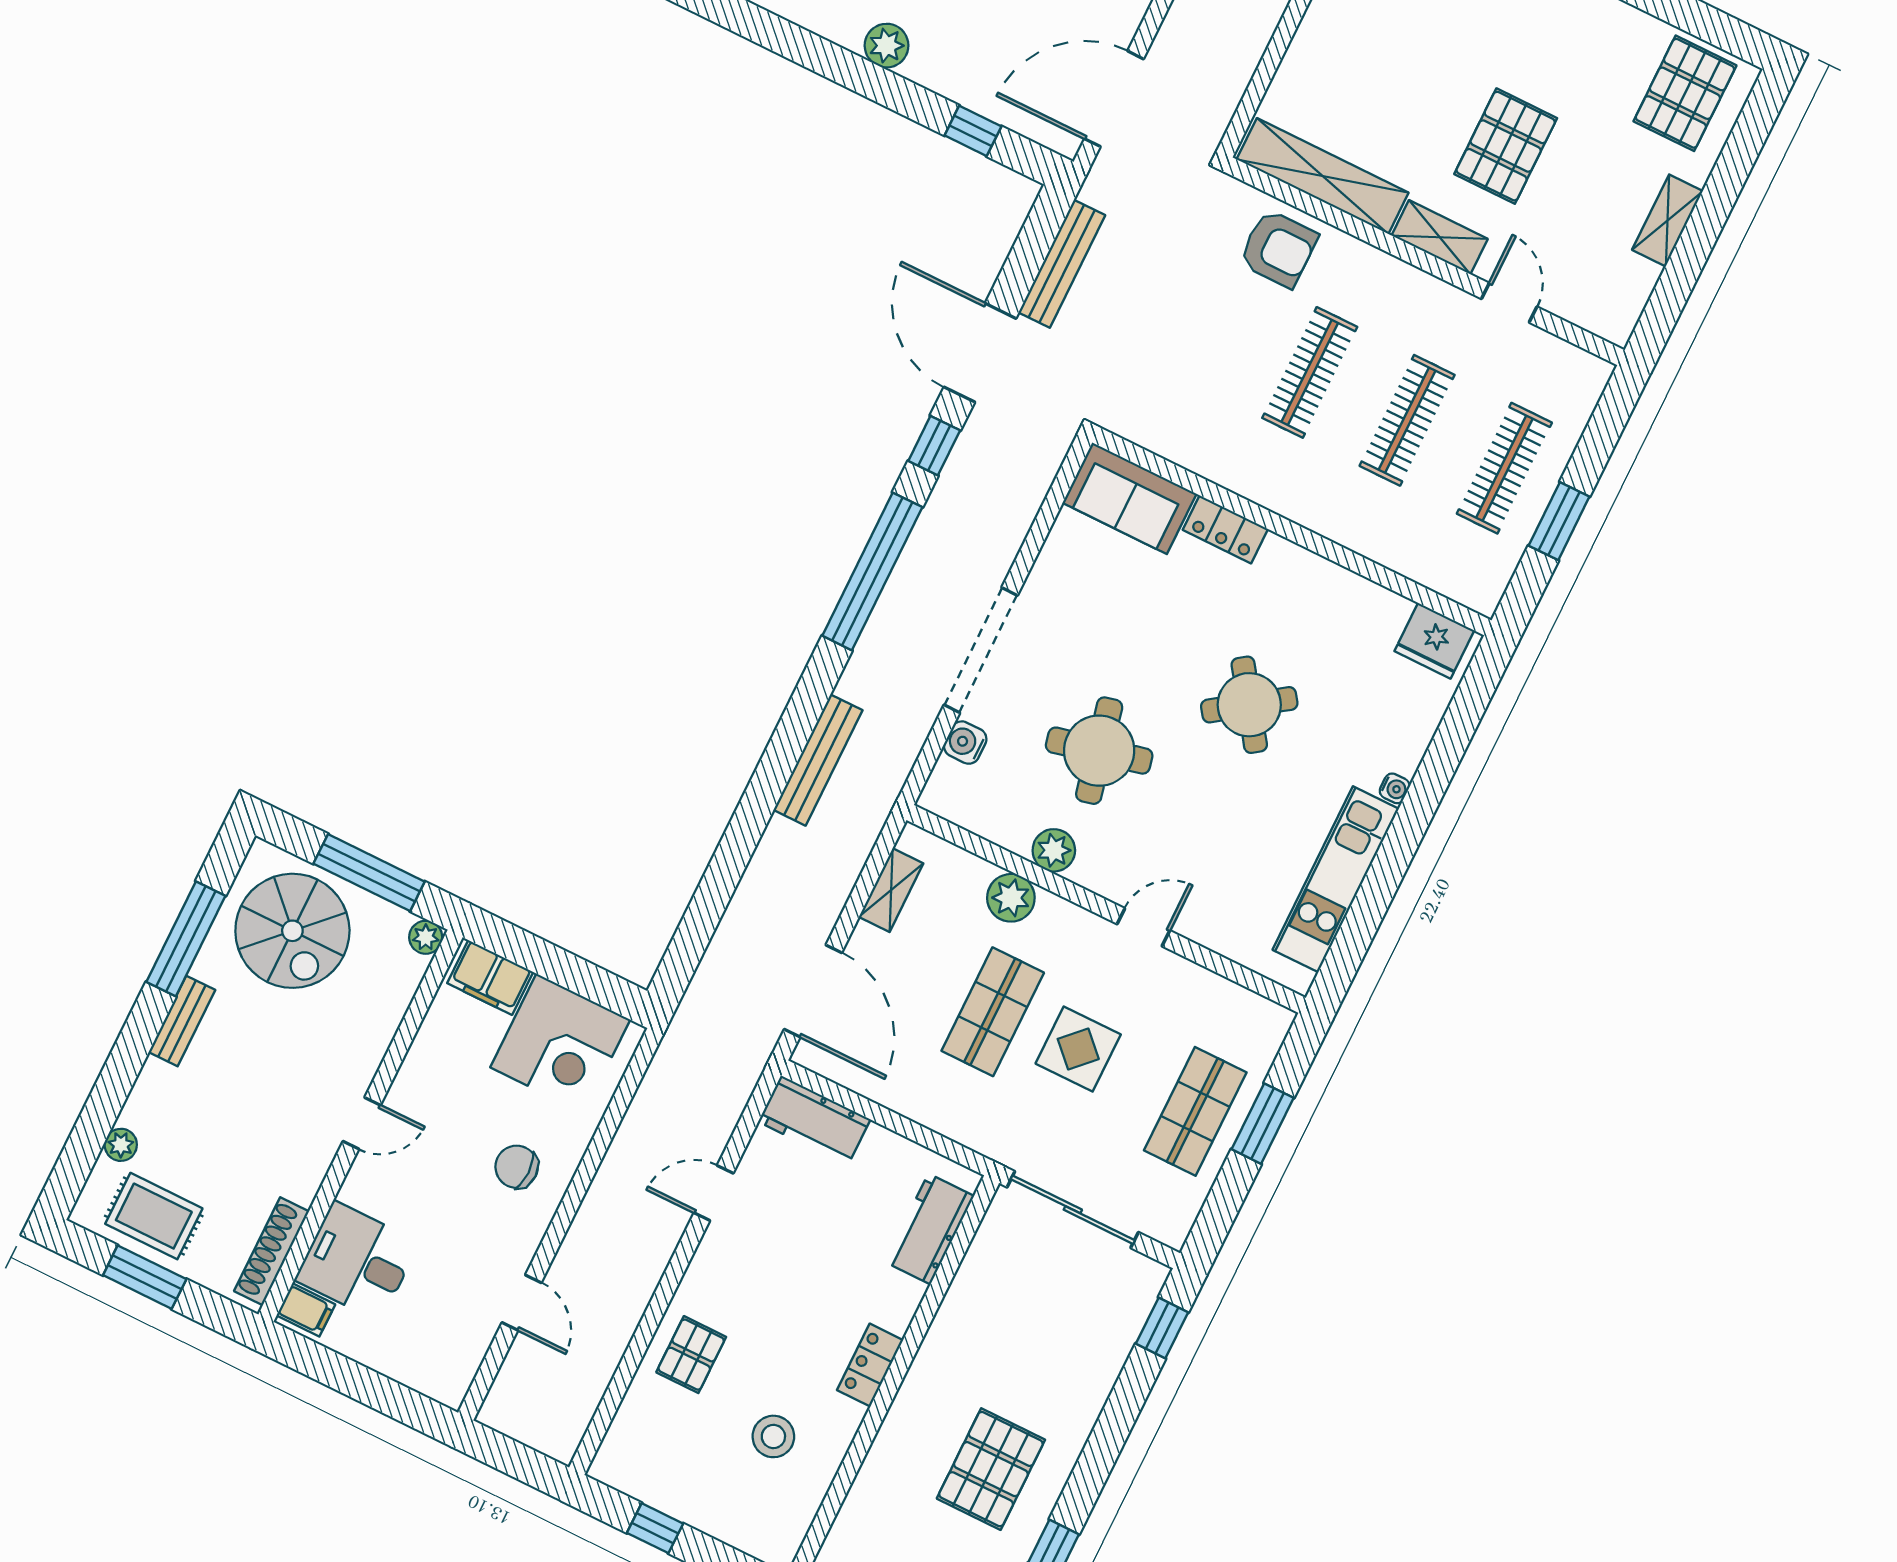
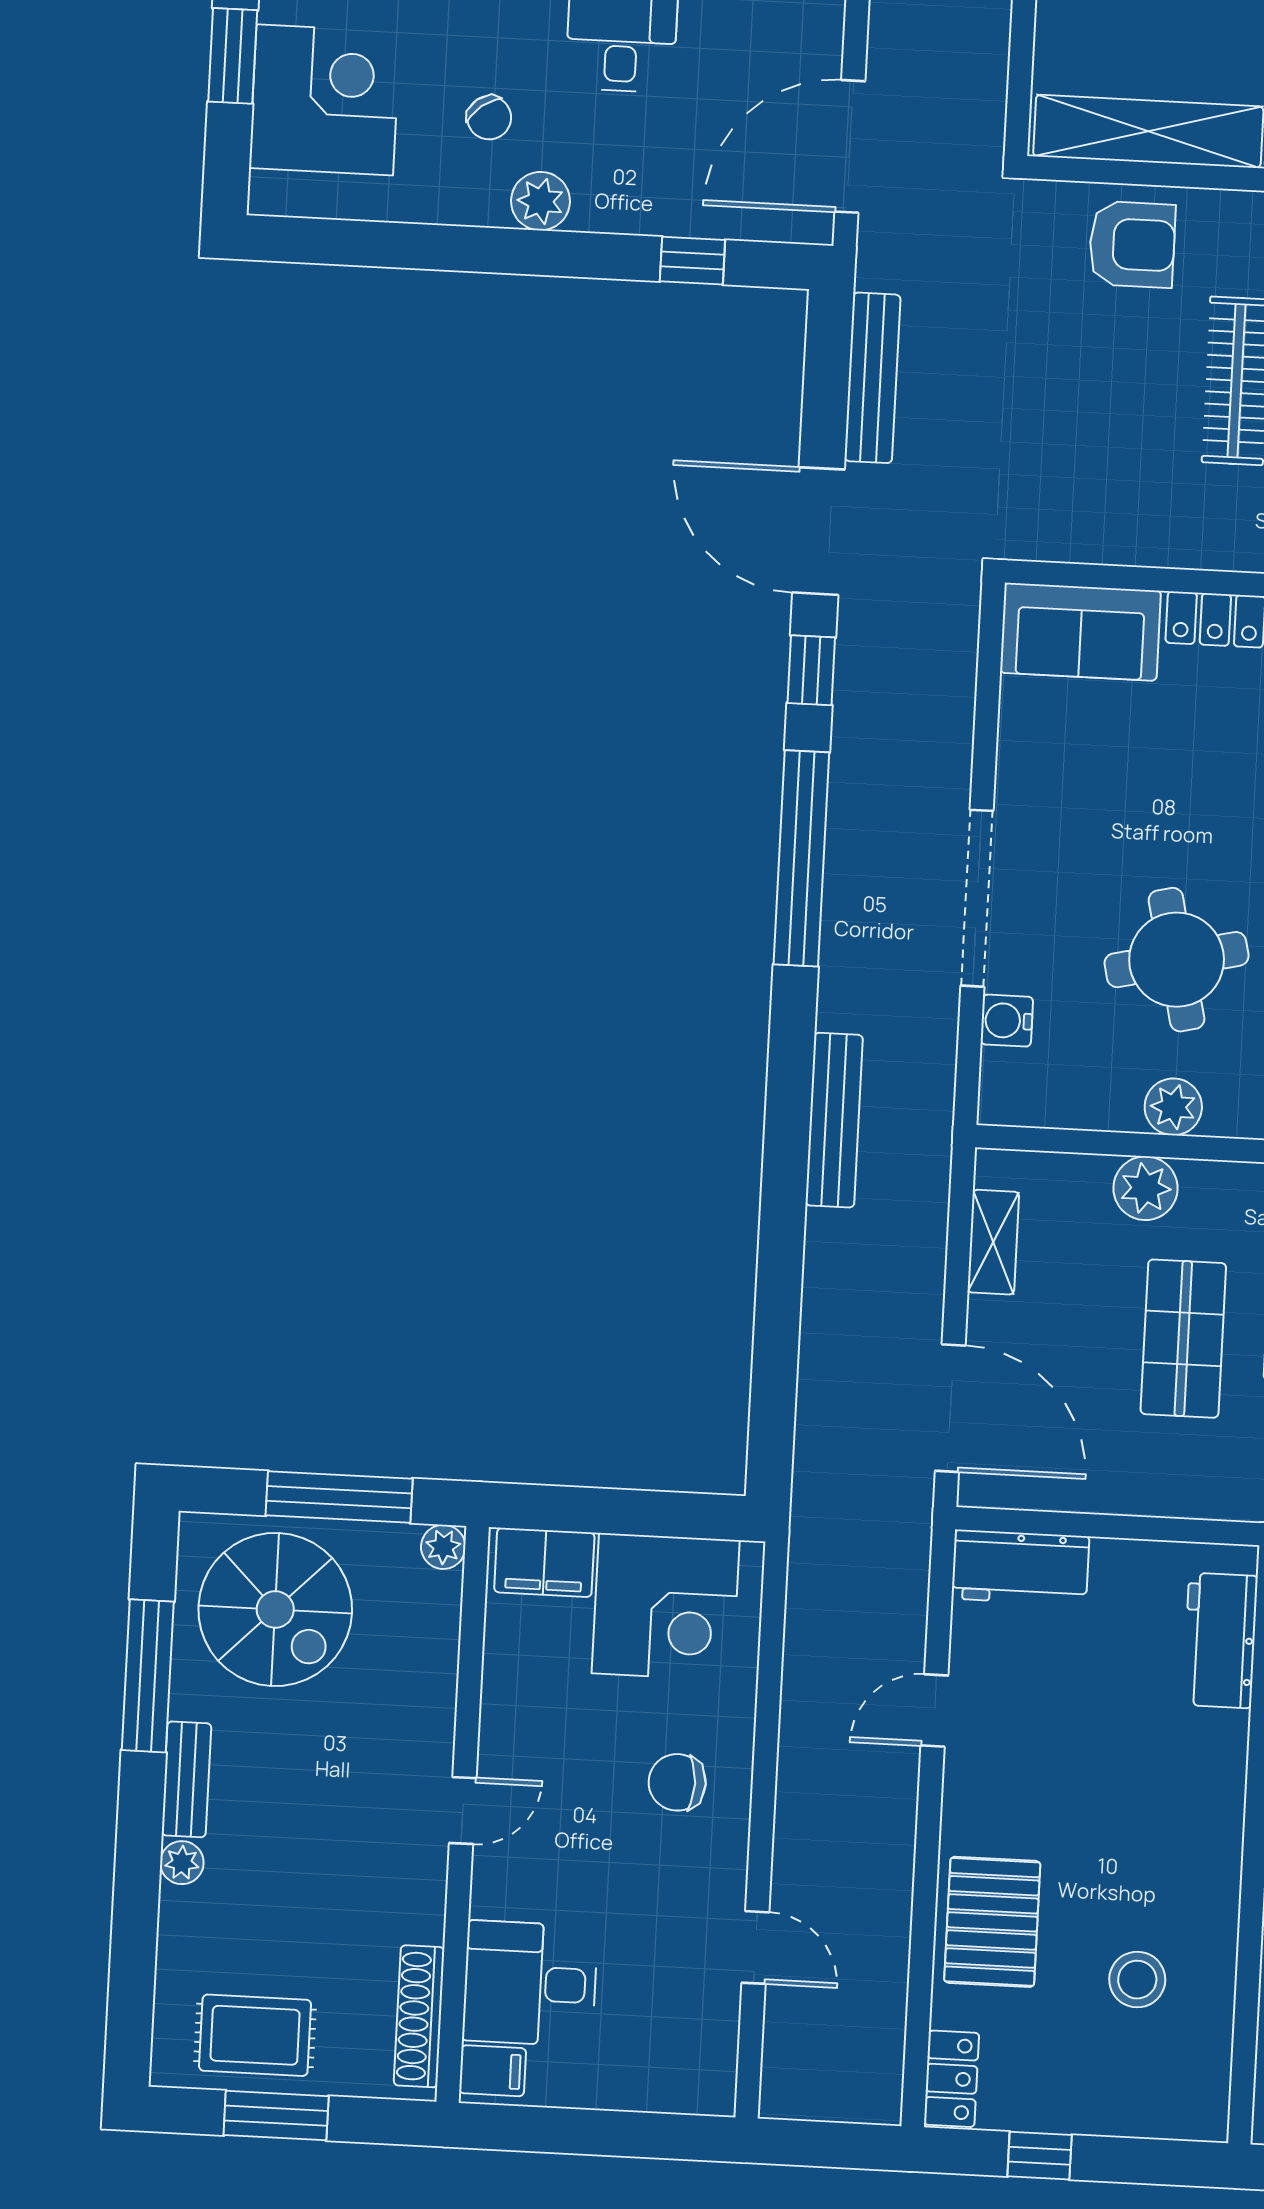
plant: (121, 1145) -> (182, 1863), moved
pallet: (691, 1355) -> (992, 1922), width x1.50, depth x1.42
locker: (870, 1365) -> (951, 2079), moved, turned 180

